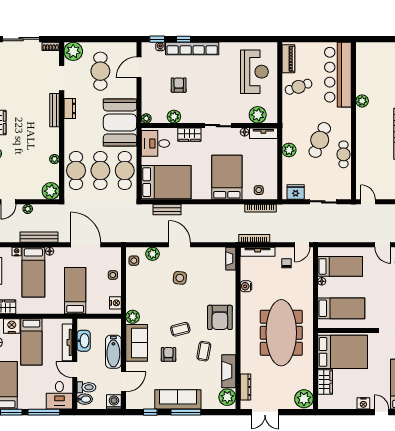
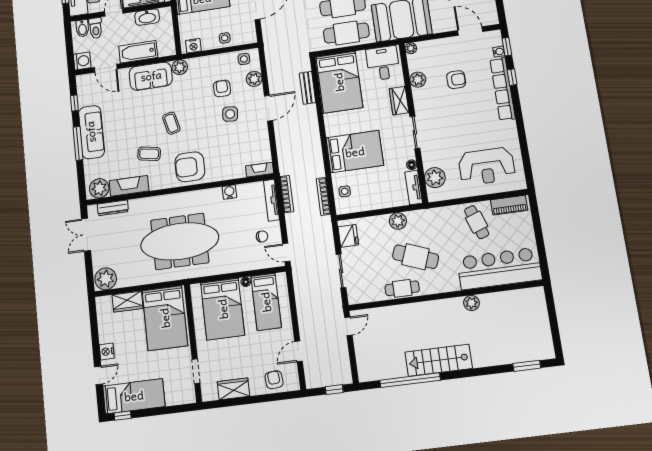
bed: (341, 308) -> (223, 309), width x1.50
armchair: (168, 354) -> (222, 88), moved, turned -90

